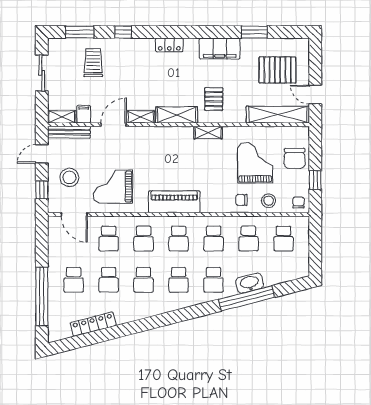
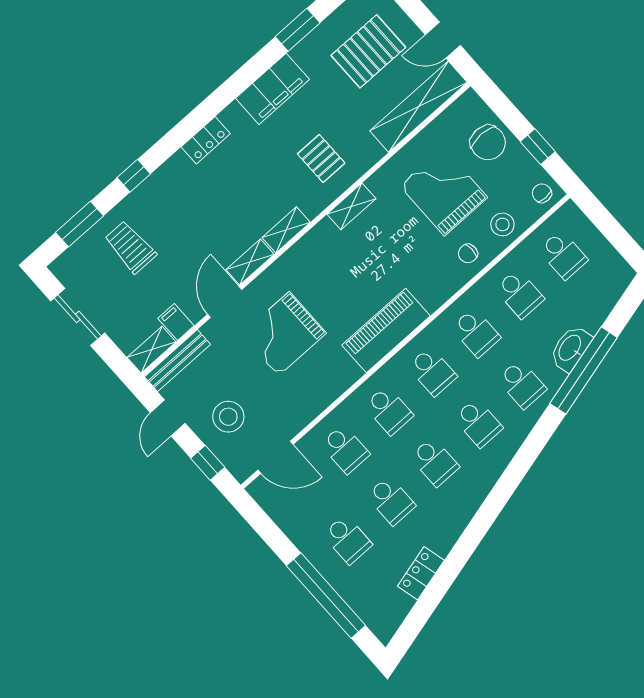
shelving: (177, 115) -> (286, 230), width x0.67, depth x0.75
grand piano: (113, 187) -> (284, 334), moved
locker: (93, 324) -> (421, 573), width x0.66

